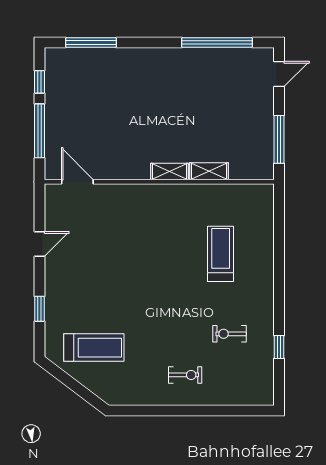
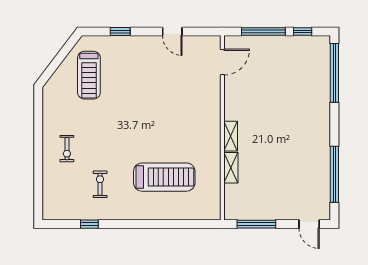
window: (91, 43) -> (334, 73), width x1.46
treadmill: (221, 254) -> (164, 177), width x1.37, depth x1.38

